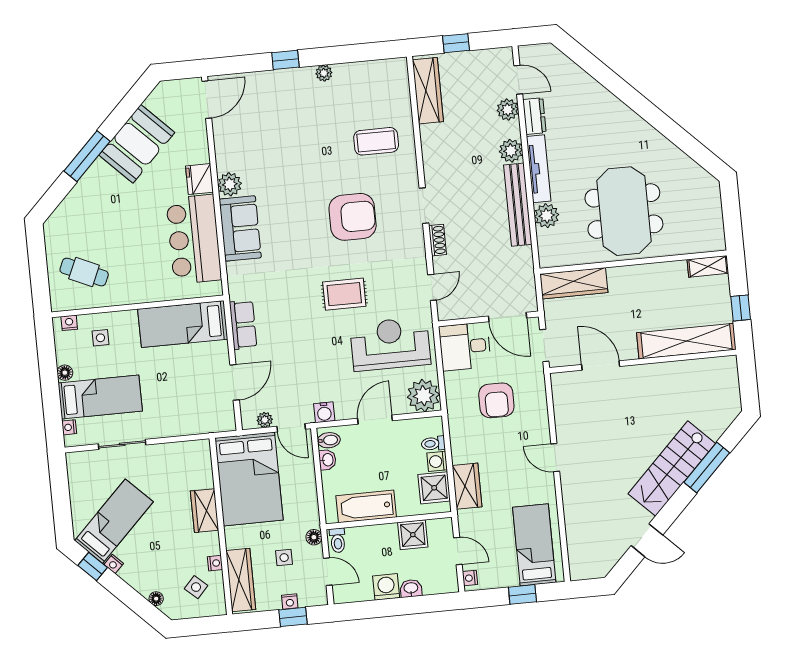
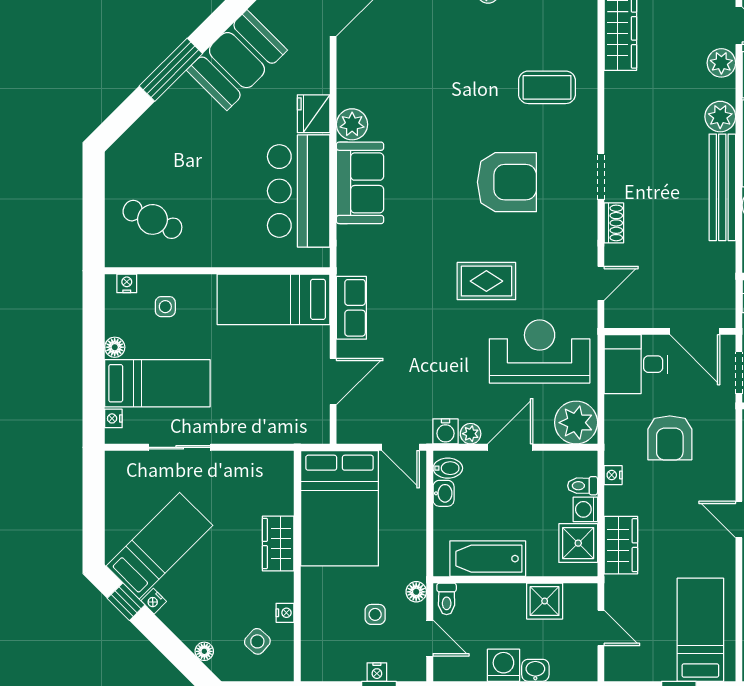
plant: (265, 420) -> (471, 434), moved
nightstand: (470, 578) -> (613, 475), moved
wardrobe: (241, 580) -> (316, 638), removed

